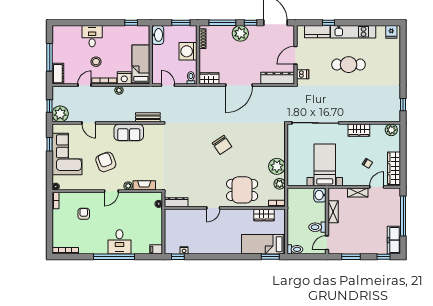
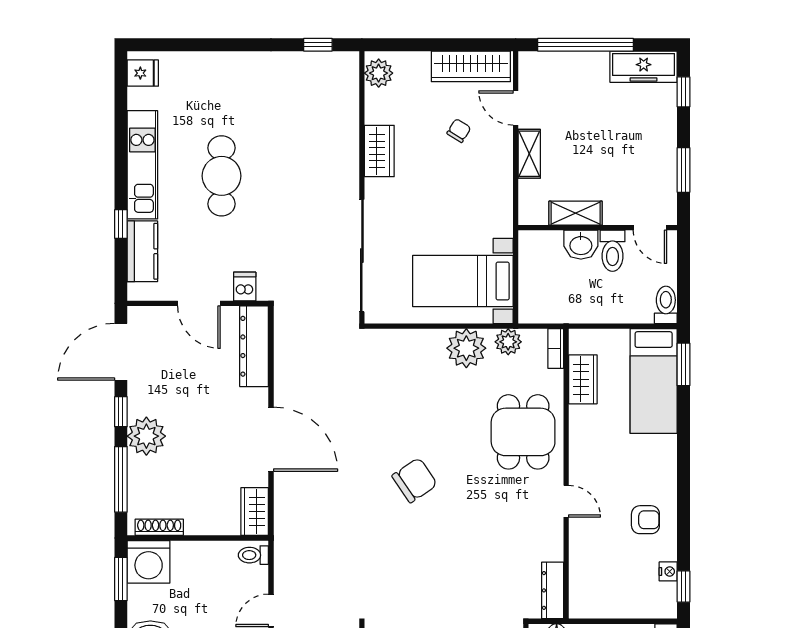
washing machine: (188, 51) -> (149, 562), moved
bed with nightstands: (325, 165) -> (463, 281), moved
washbasin: (320, 195) -> (581, 245), moved
armchair: (206, 241) -> (645, 520), added

